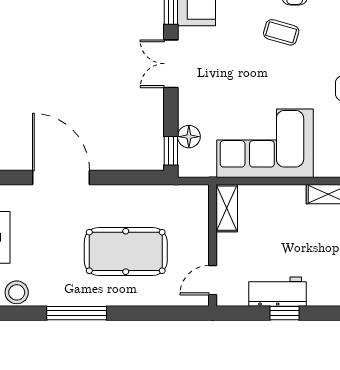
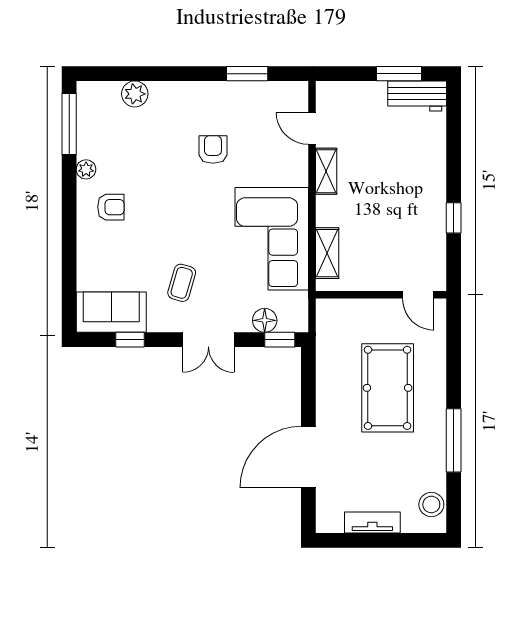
coffee table: (281, 32) -> (182, 283), moved
double door: (171, 64) -> (208, 340), moved
shelving: (227, 208) -> (327, 253), moved, turned 90
workbench: (277, 292) -> (431, 226), removed

